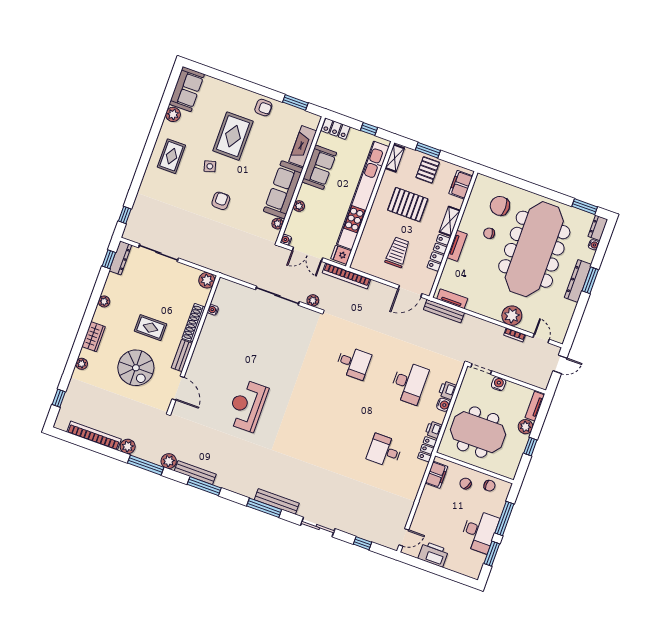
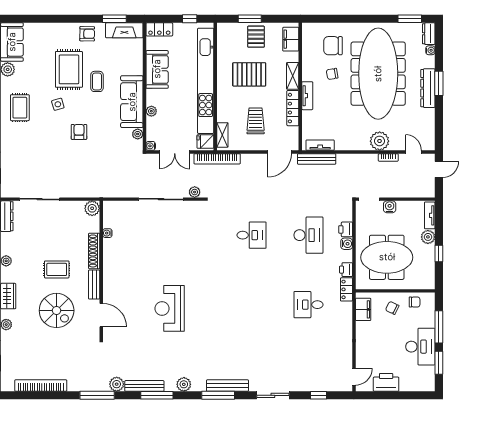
fireplace: (303, 146) -> (124, 30), moved, turned -90
coffee table: (256, 158) -> (97, 81), added
shelving: (395, 158) -> (222, 135), moved
plant: (128, 446) -> (184, 384), moved

